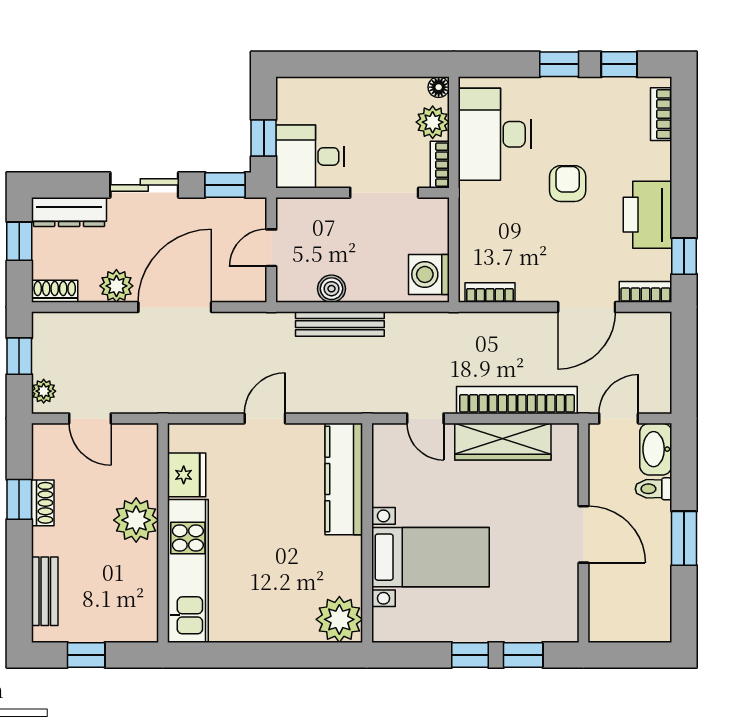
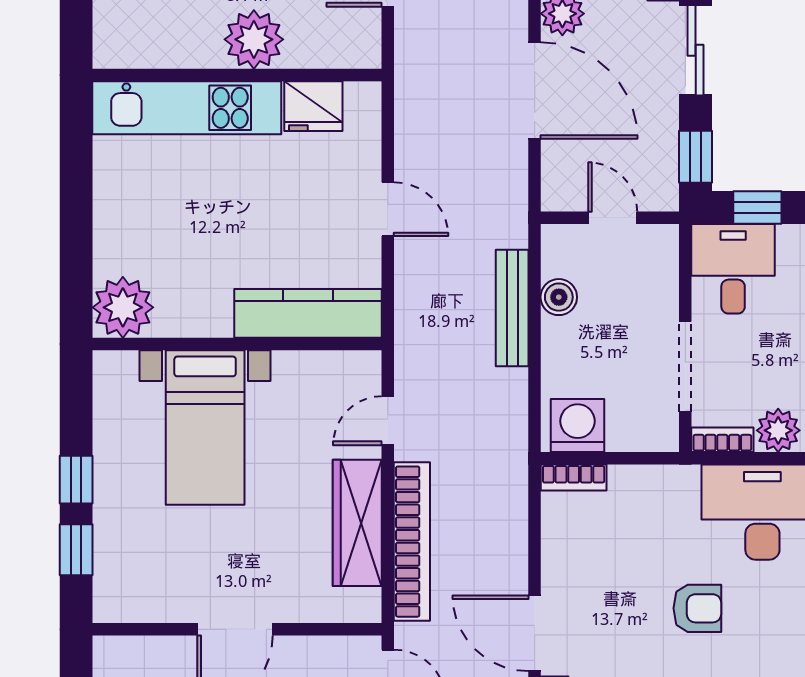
bookcase: (490, 292) -> (574, 477), moved, turned 90

